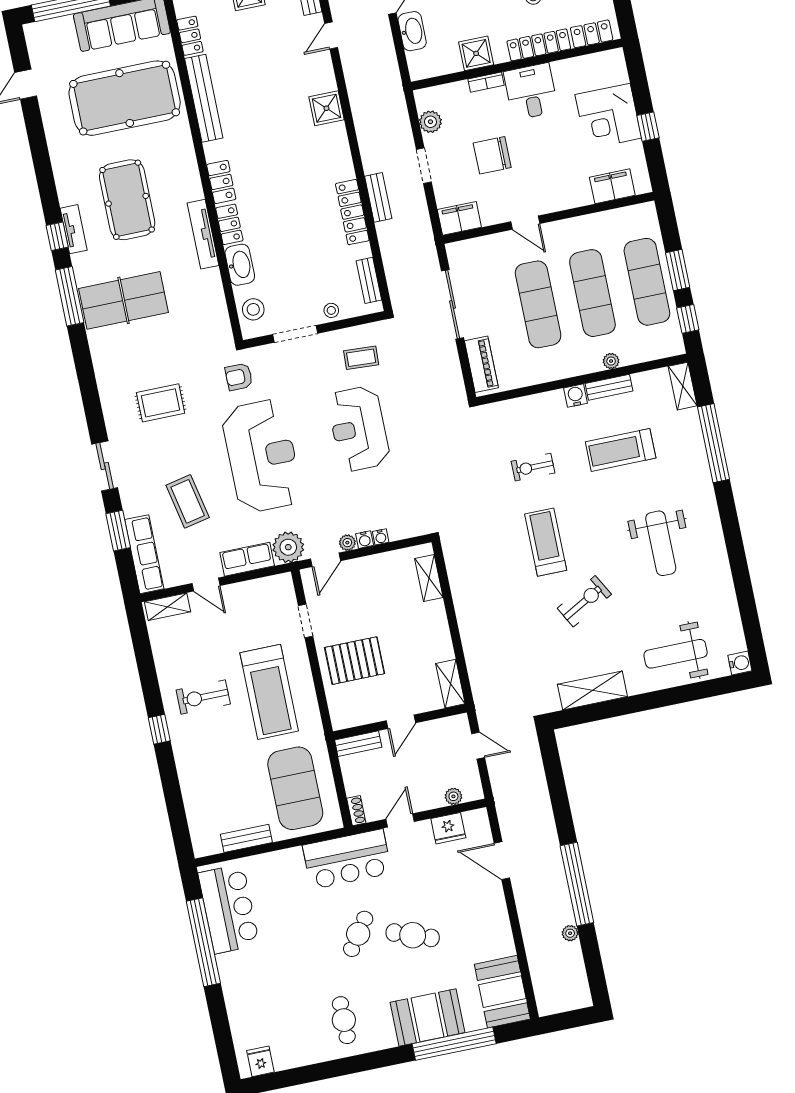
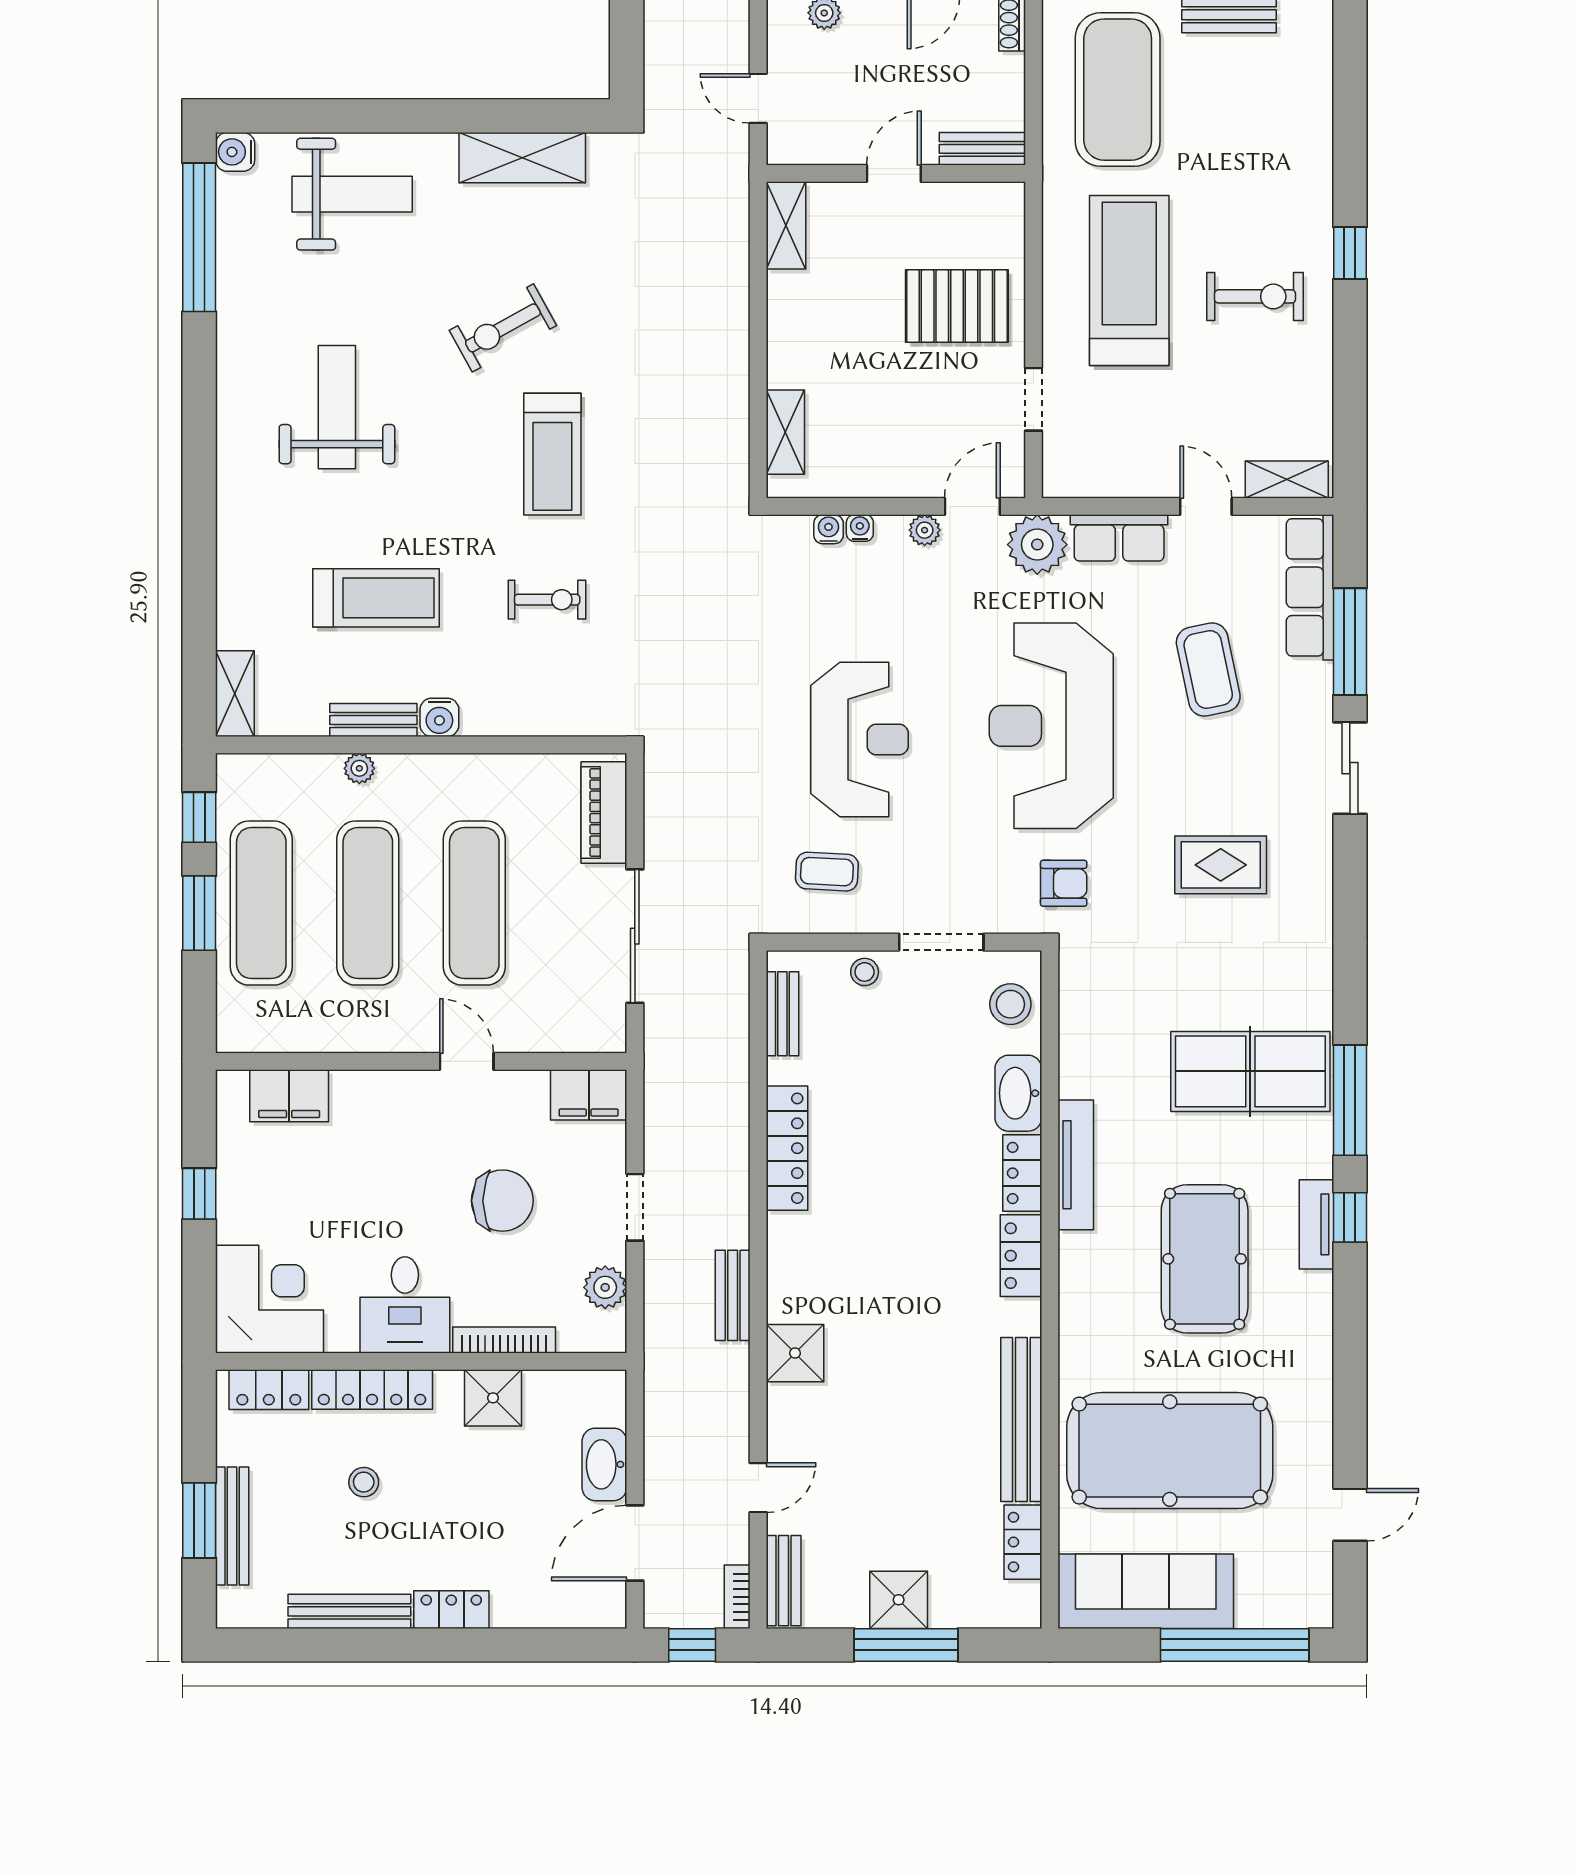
bookcase: (486, 82) -> (504, 1340), width x1.56
corner desk: (608, 116) -> (270, 1299), moved
bench: (378, 197) -> (733, 1295), moved
window: (713, 443) -> (199, 237), moved
window: (118, 531) -> (1350, 642), width x1.44
water cooler: (365, 540) -> (829, 529), moved

